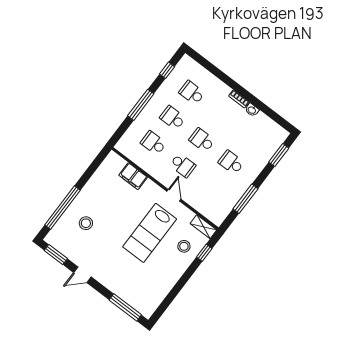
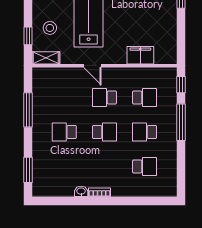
window: (167, 70) -> (181, 85), moved
school desk: (173, 118) -> (145, 132), turned 180
school desk: (231, 162) -> (64, 132), turned 180

